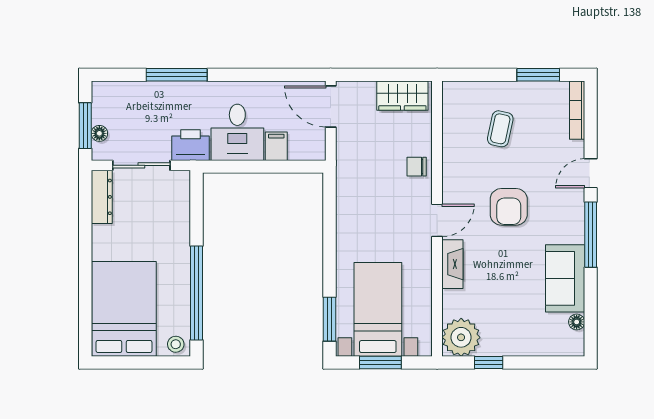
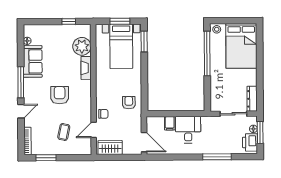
printer: (191, 145) -> (250, 142), moved, turned 90
armchair: (362, 190) -> (129, 103), added
door: (437, 220) -> (94, 130), moved
plant: (461, 337) -> (82, 46), moved

